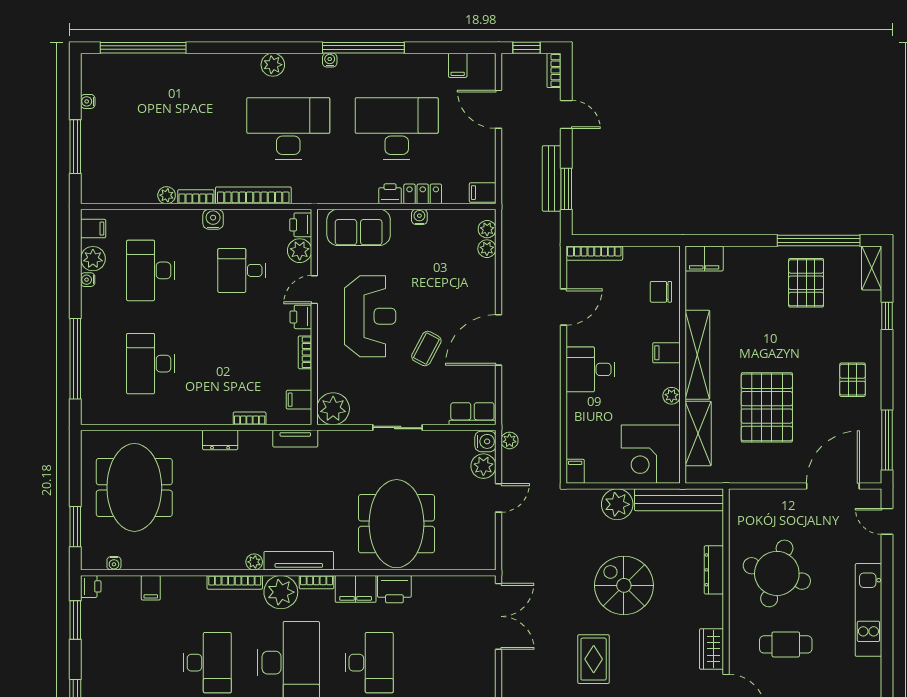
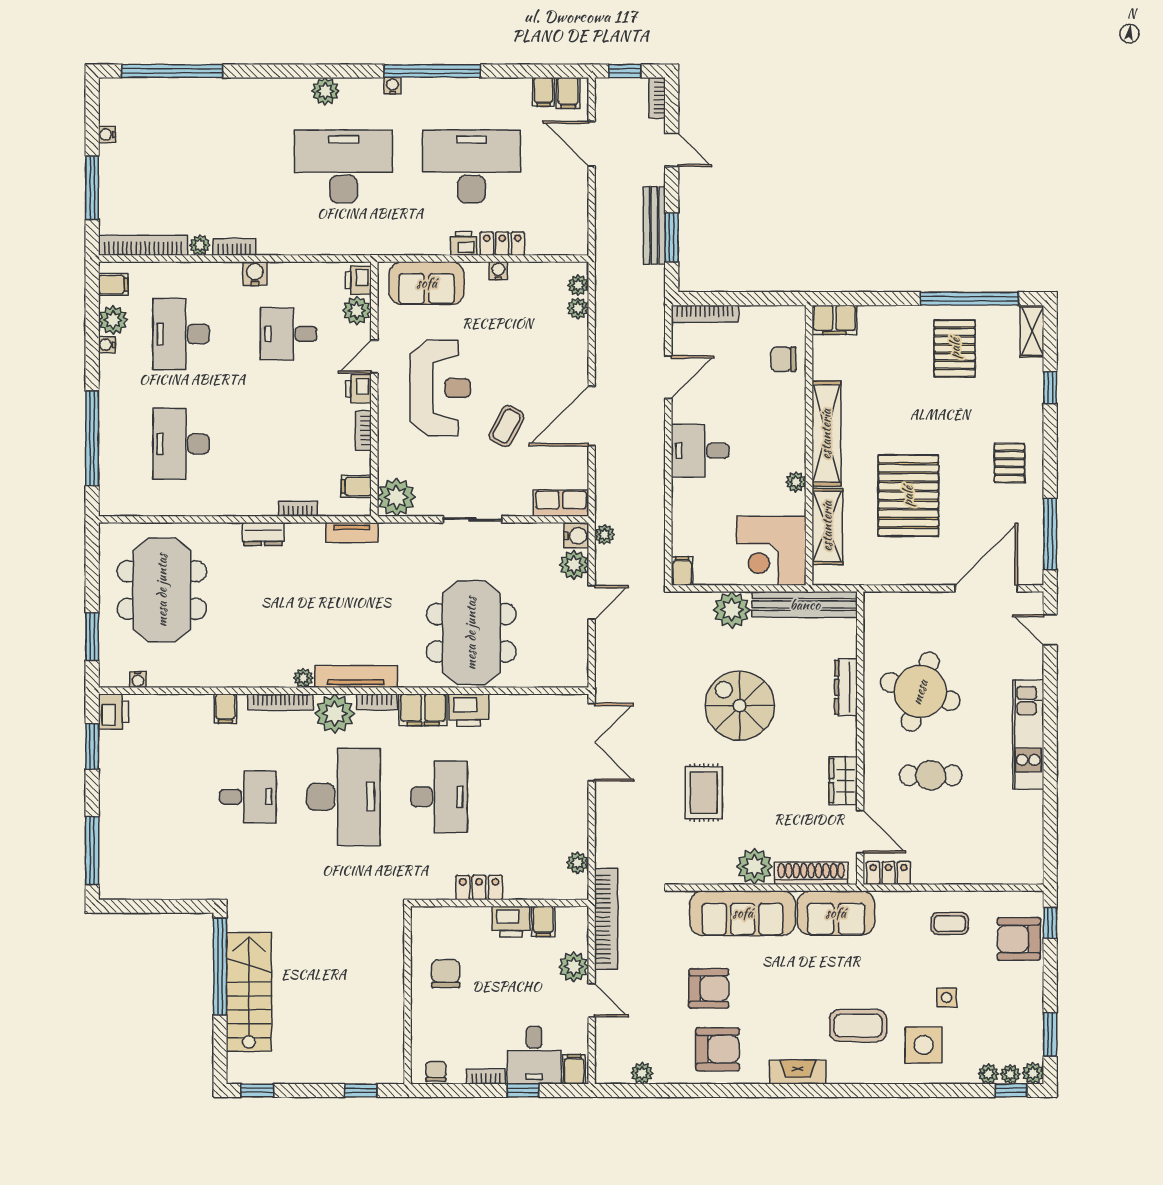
filing cabinet: (483, 193) -> (568, 93), moved, turned -90
bookcase: (253, 195) -> (143, 245), moved
filing cabinet: (666, 353) -> (790, 431), removed
printer: (91, 586) -> (113, 712), width x1.36, depth x1.24
filing cabinet: (151, 588) -> (225, 708), moved
desk: (207, 663) -> (248, 797), width x0.73

